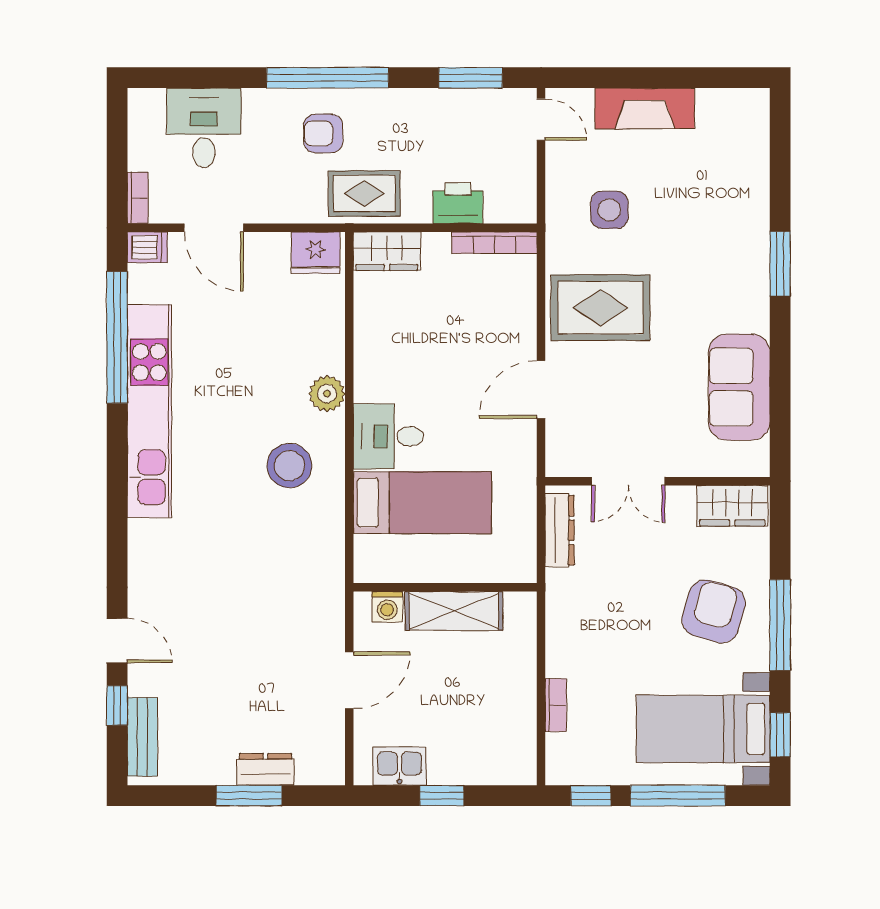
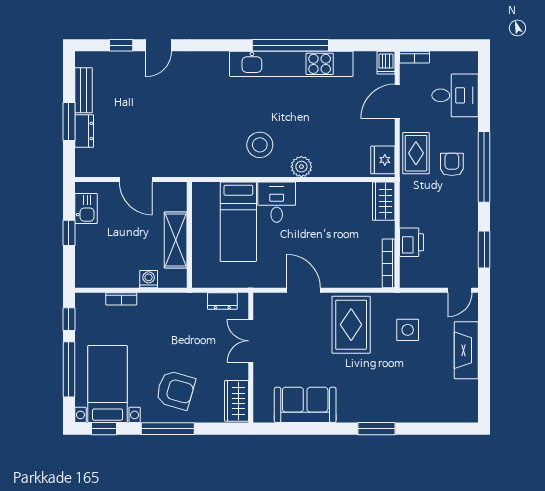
rug: (364, 194) -> (416, 153), moved
window: (117, 337) -> (290, 45), moved
dresser: (560, 530) -> (222, 301), width x0.70
washing machine: (387, 607) -> (149, 279), moved, turned 90
bench: (142, 737) -> (84, 90), moved, turned 90

